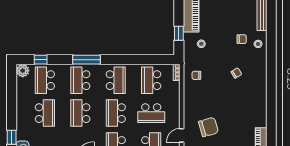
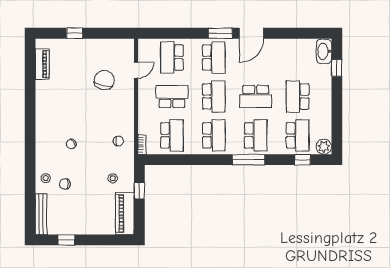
school desk: (116, 80) -> (214, 135), turned 180
school desk: (80, 113) -> (256, 96), turned 90
chair: (208, 127) -> (104, 80), turned 120

